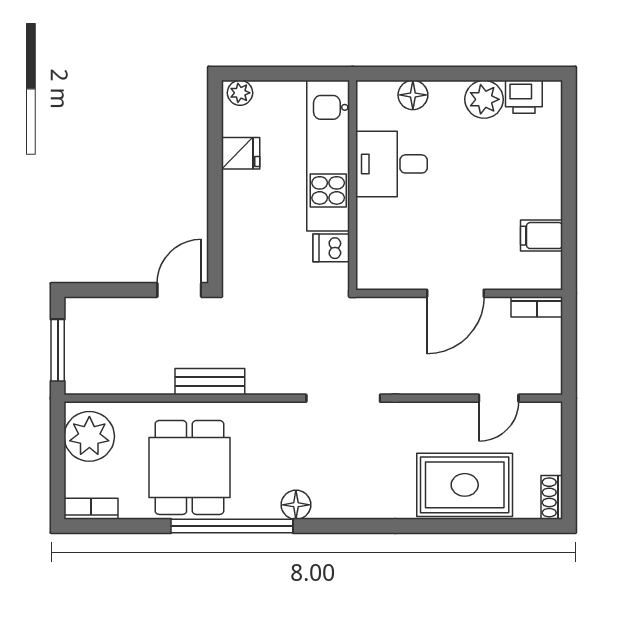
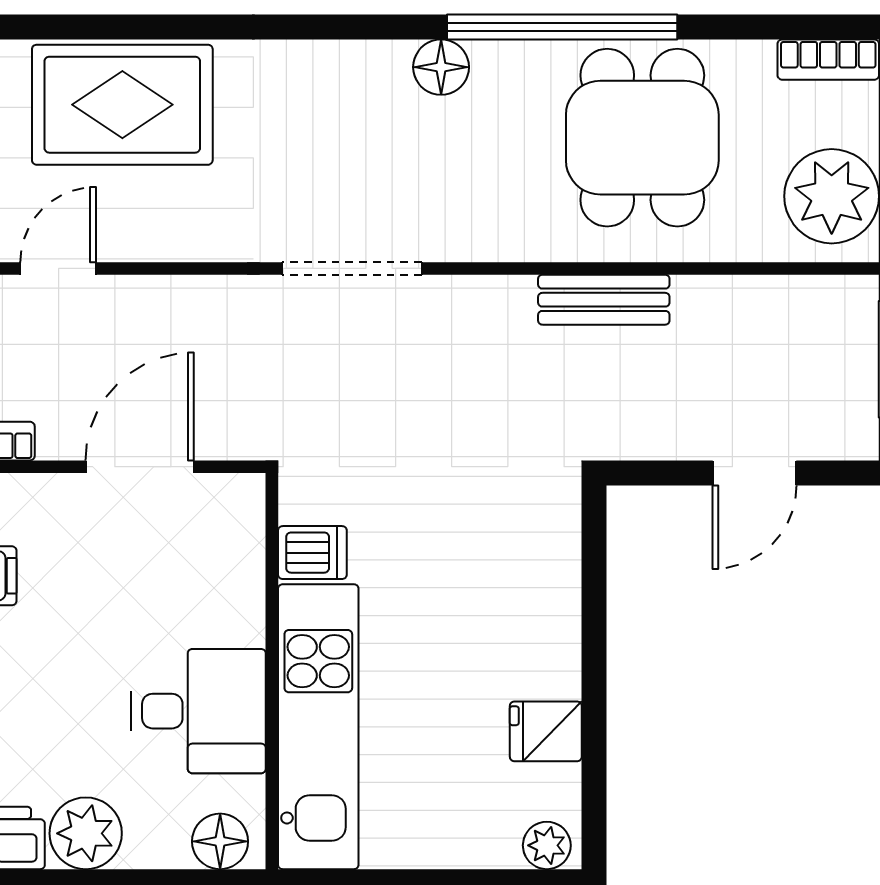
kitchen unit: (328, 156) -> (318, 727), moved
desk: (392, 164) -> (199, 711), moved
wall: (353, 185) -> (272, 671), moved
dishwasher: (331, 248) -> (312, 553), moved
door: (179, 290) -> (755, 473), moved

